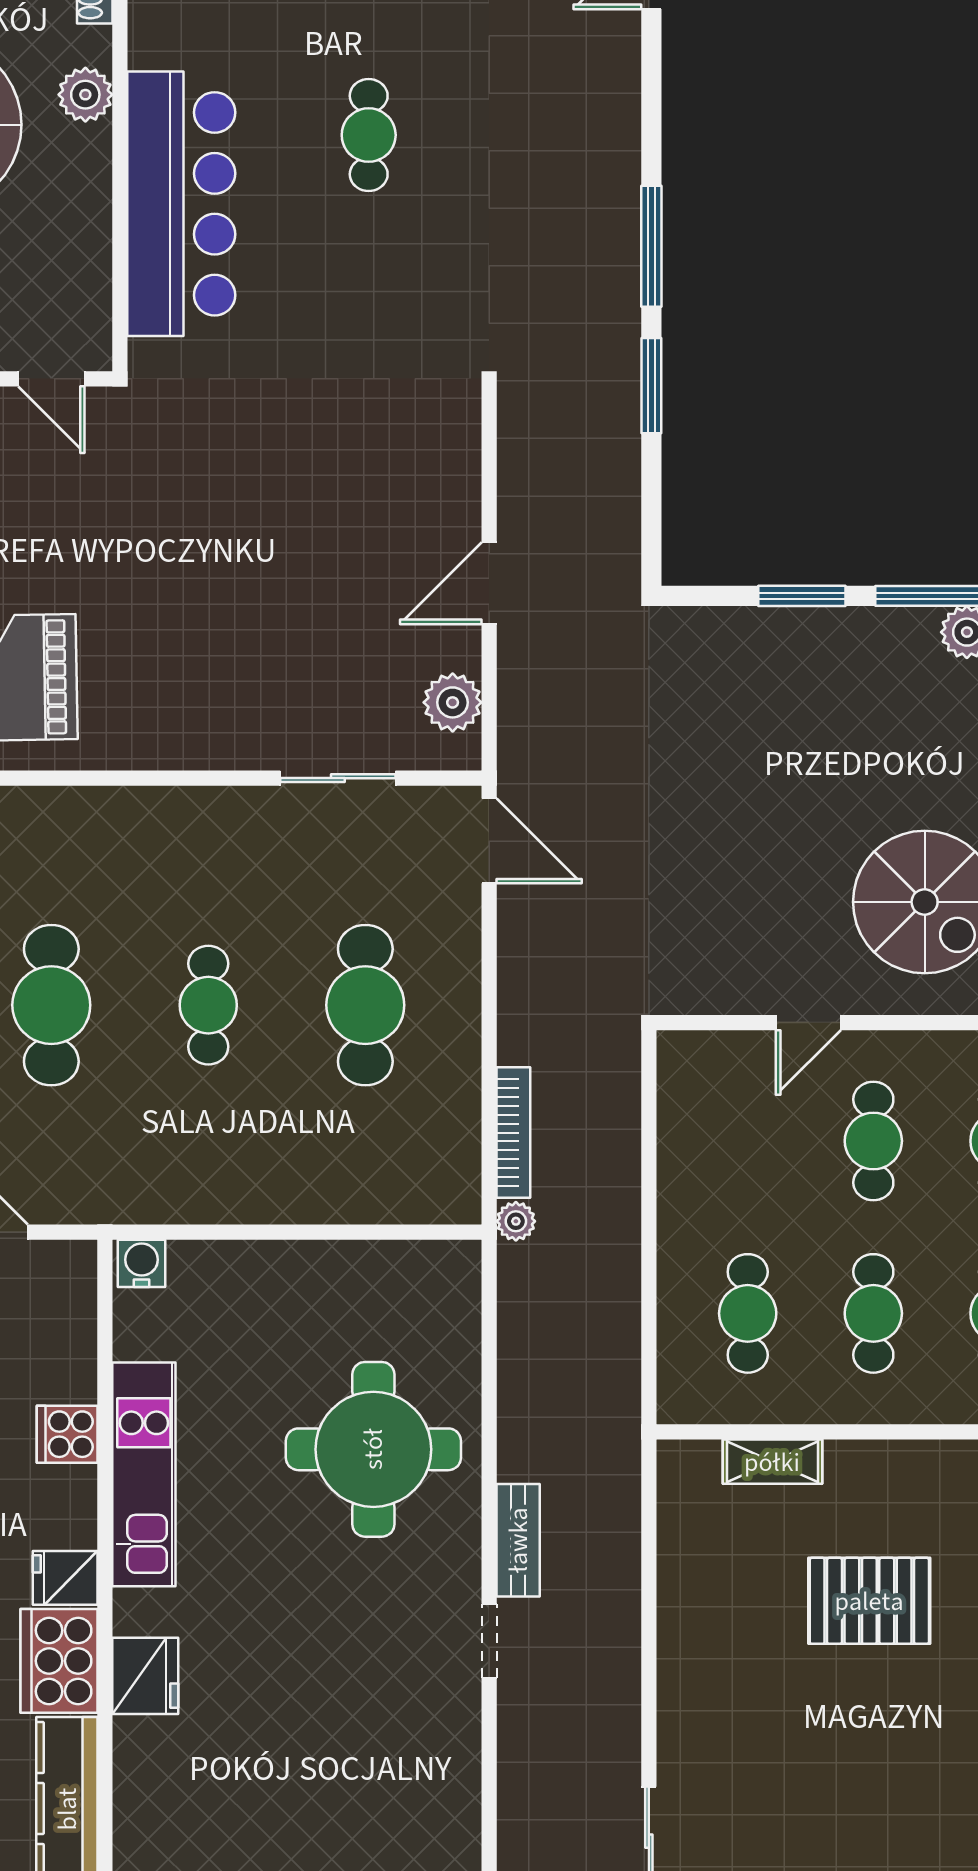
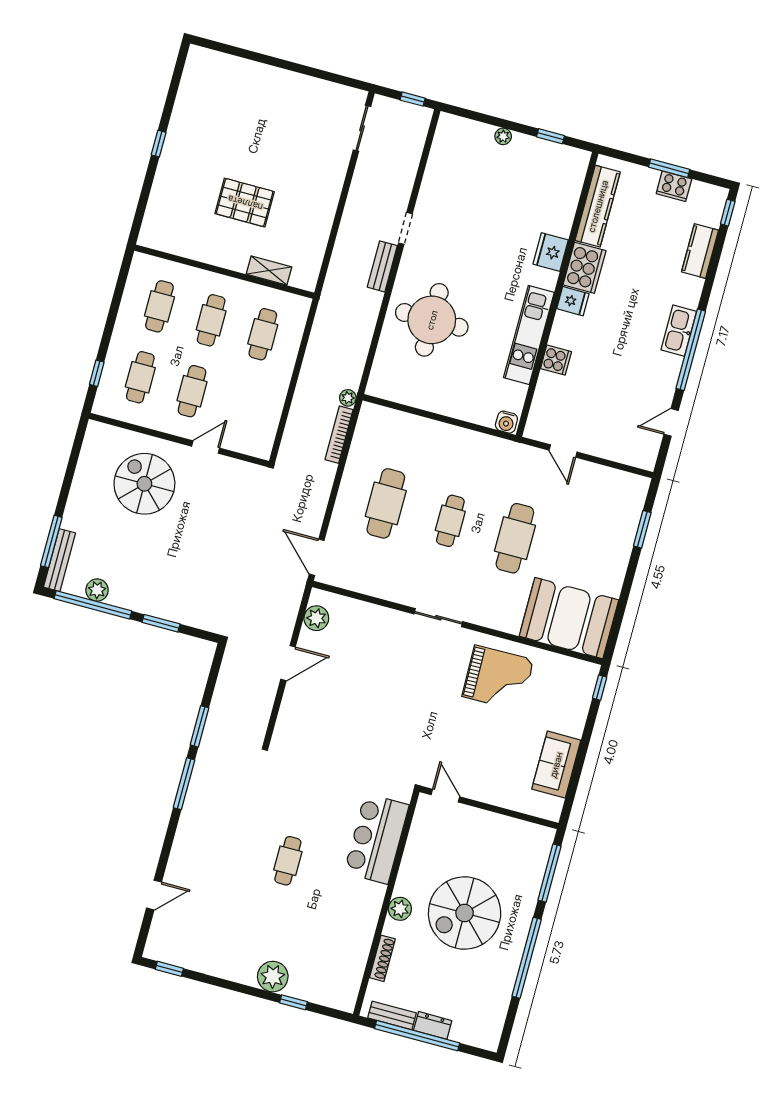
bar counter: (181, 204) -> (377, 839), width x0.73
sliding door: (338, 778) -> (438, 618), moved

